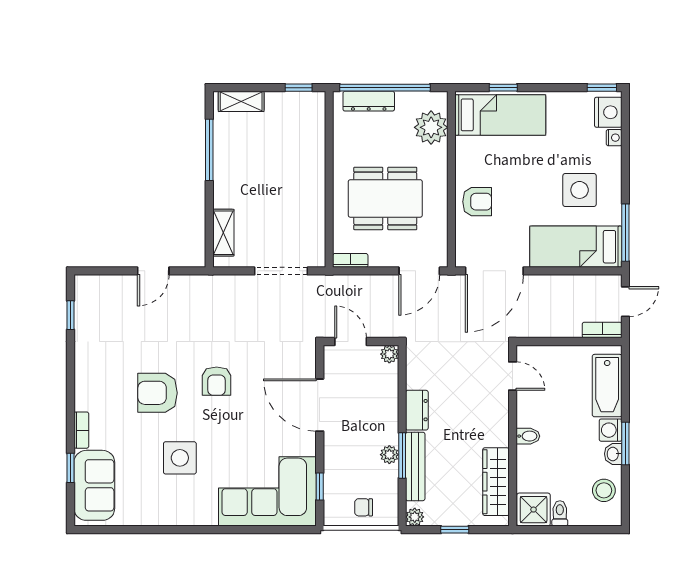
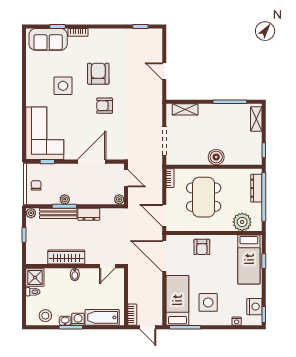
nightstand: (608, 112) -> (254, 307), moved, turned -90
boiler: (311, 175) -> (216, 157), added
door: (351, 342) -> (126, 178), hinge flipped
wardrobe: (496, 482) -> (66, 257), moved

